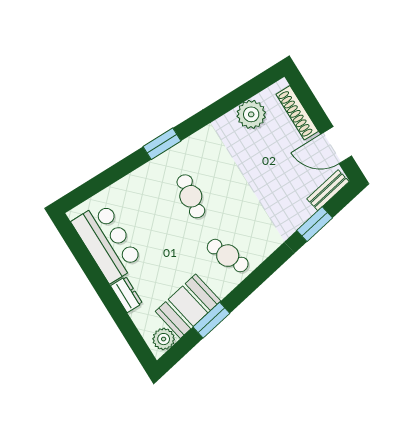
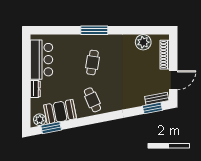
window: (162, 144) -> (94, 30), width x1.44
door: (336, 145) -> (173, 80), swing flipped
window: (315, 224) -> (152, 108), moved
window: (211, 320) -> (51, 128), moved

